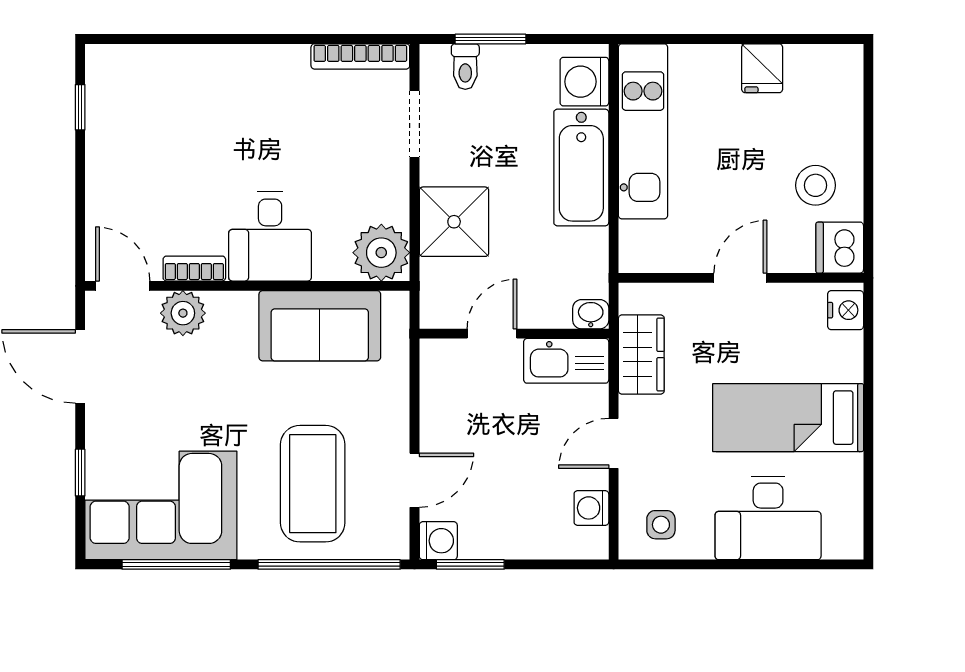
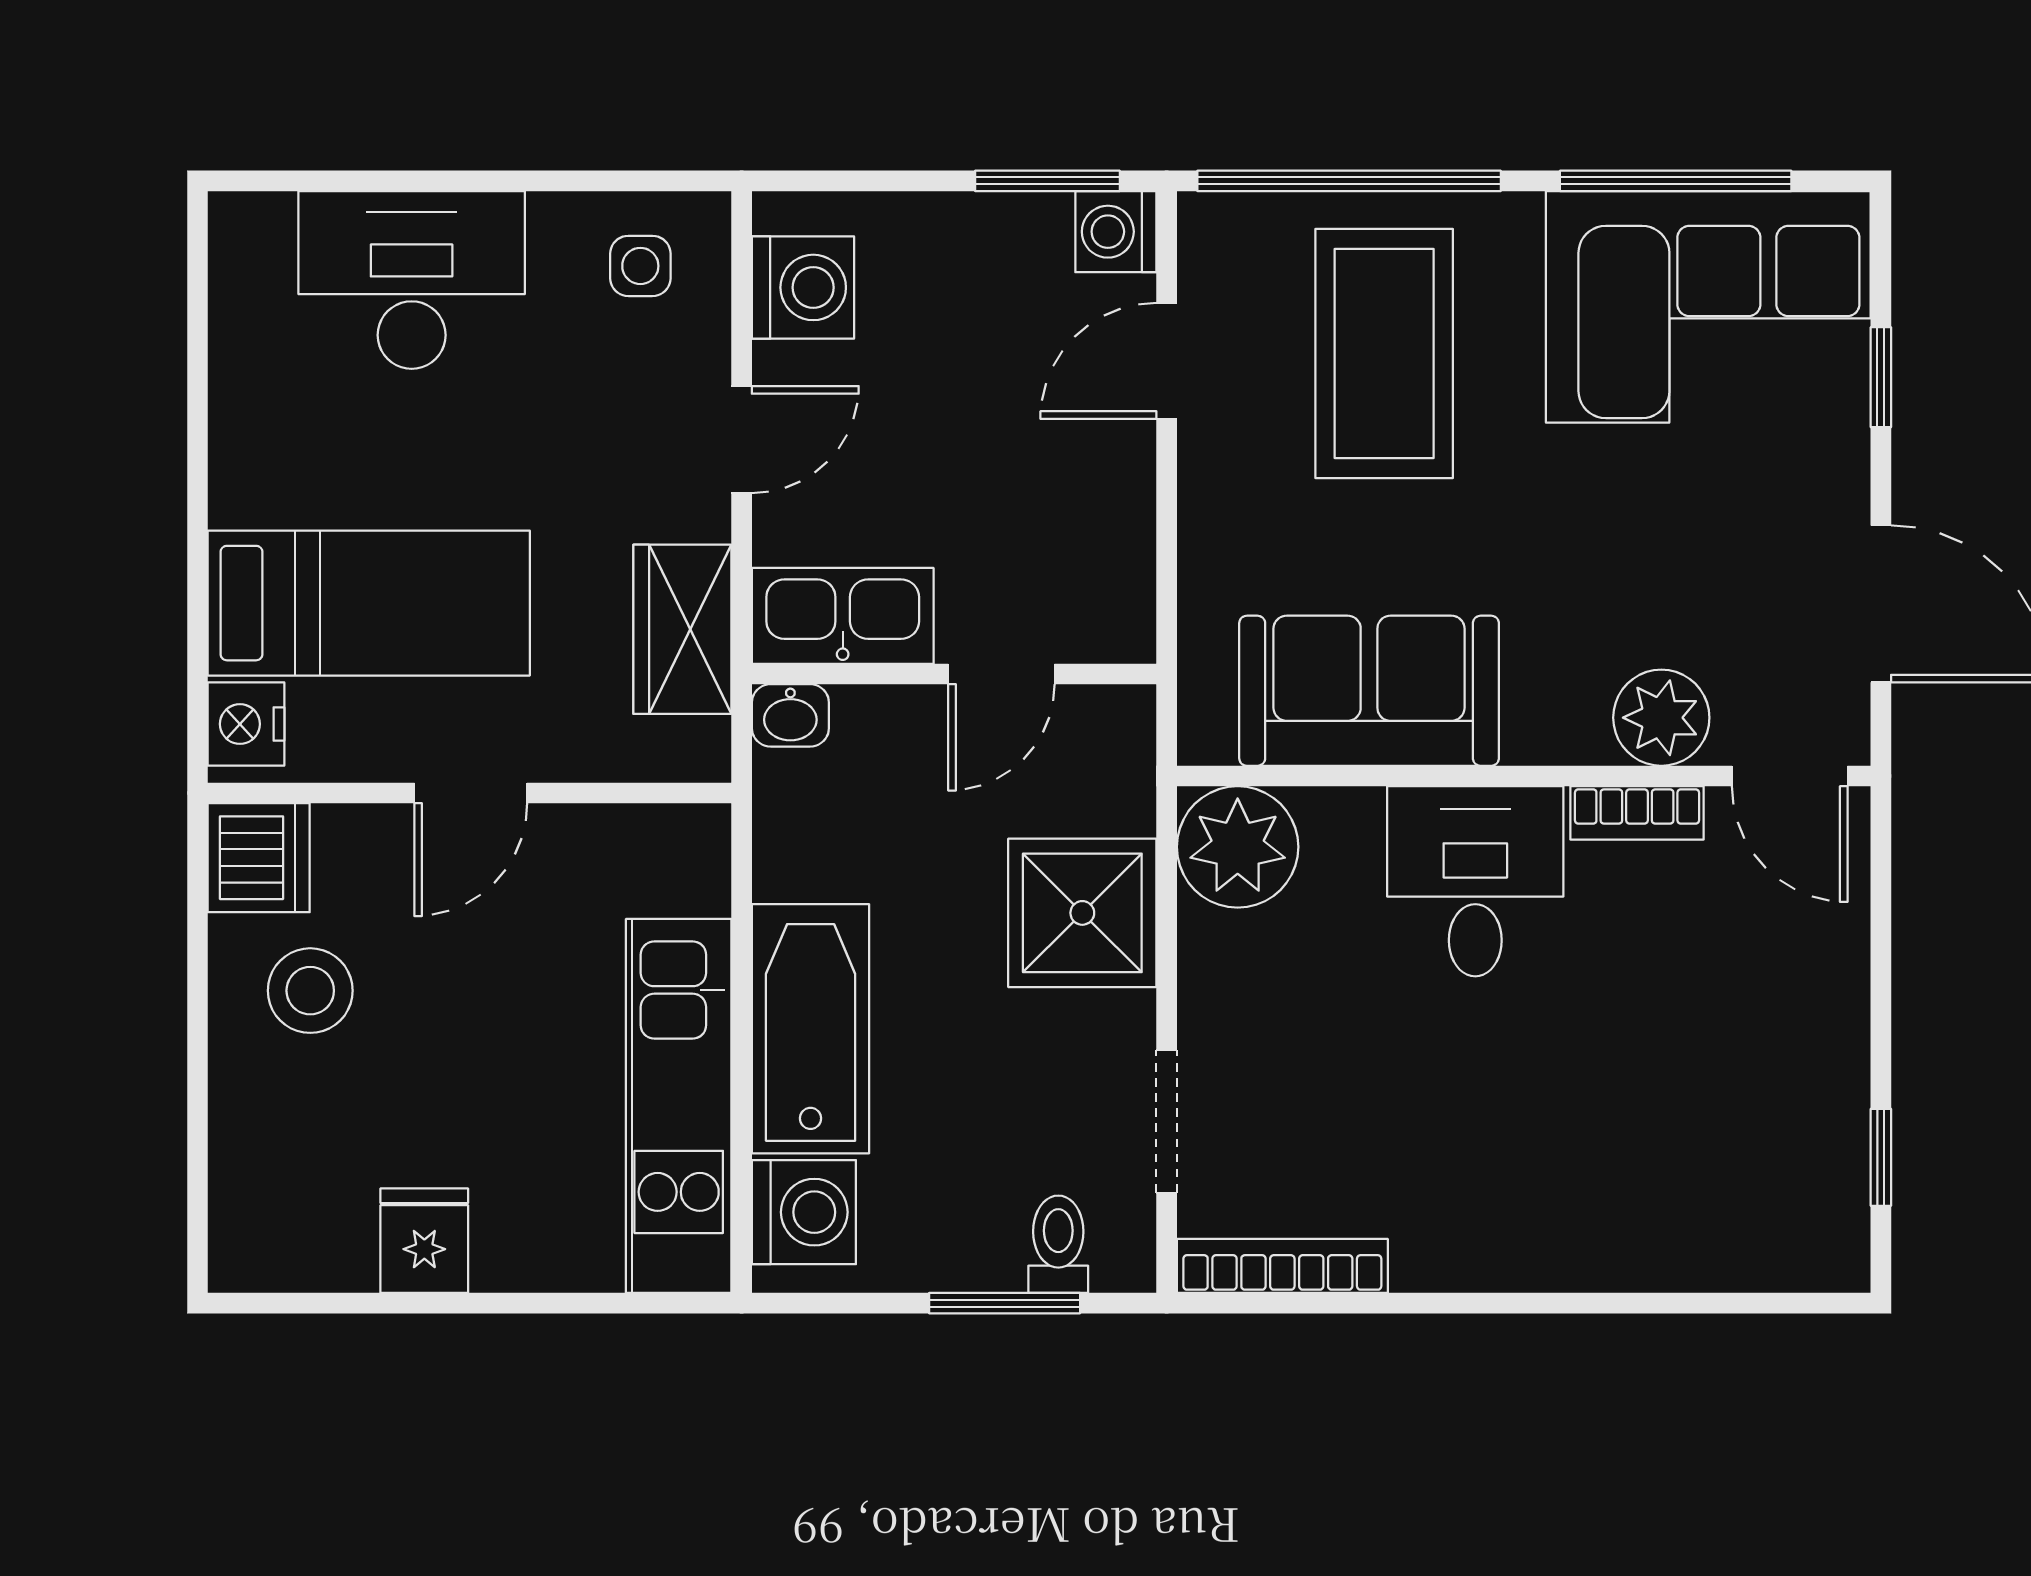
bed: (788, 418) -> (369, 603), moved
washing machine: (591, 508) -> (803, 287), width x1.38, depth x1.38

